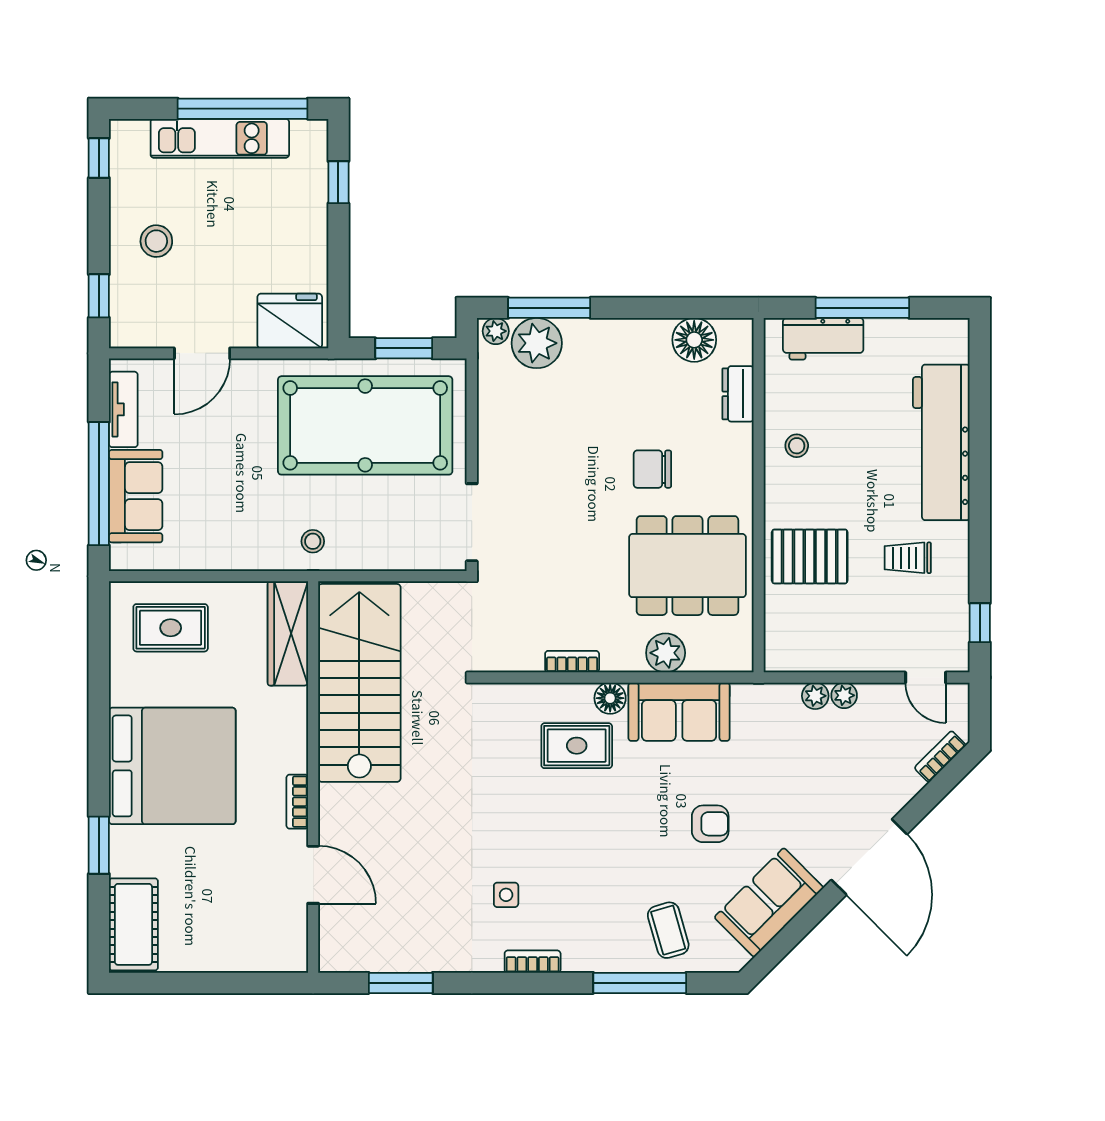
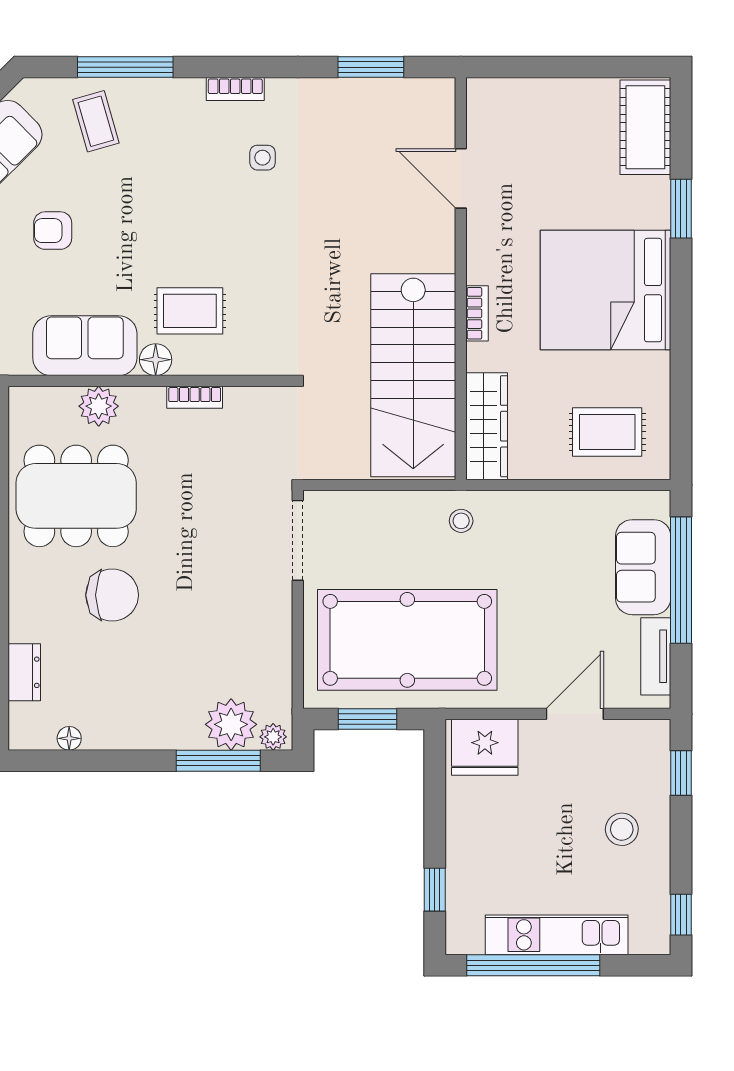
floor lamp: (694, 340) -> (69, 738), width x0.53, depth x0.53
chair: (652, 469) -> (112, 595), width x1.37, depth x1.37
bookcase: (297, 802) -> (477, 313), moved

